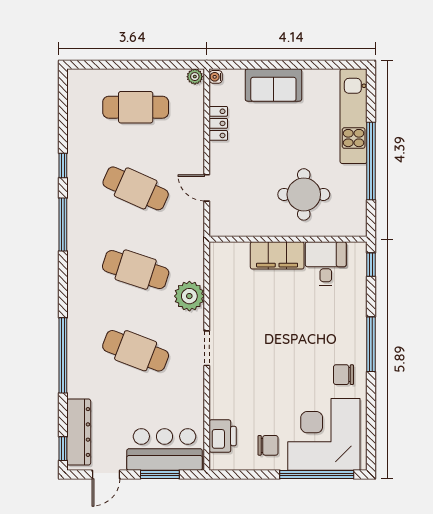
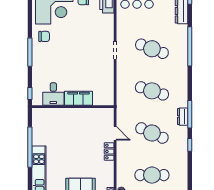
locker: (218, 123) -> (109, 152), moved
round table: (304, 194) -> (65, 130), removed
dresser: (76, 220) -> (183, 117), added
plant: (189, 296) -> (124, 77), removed

